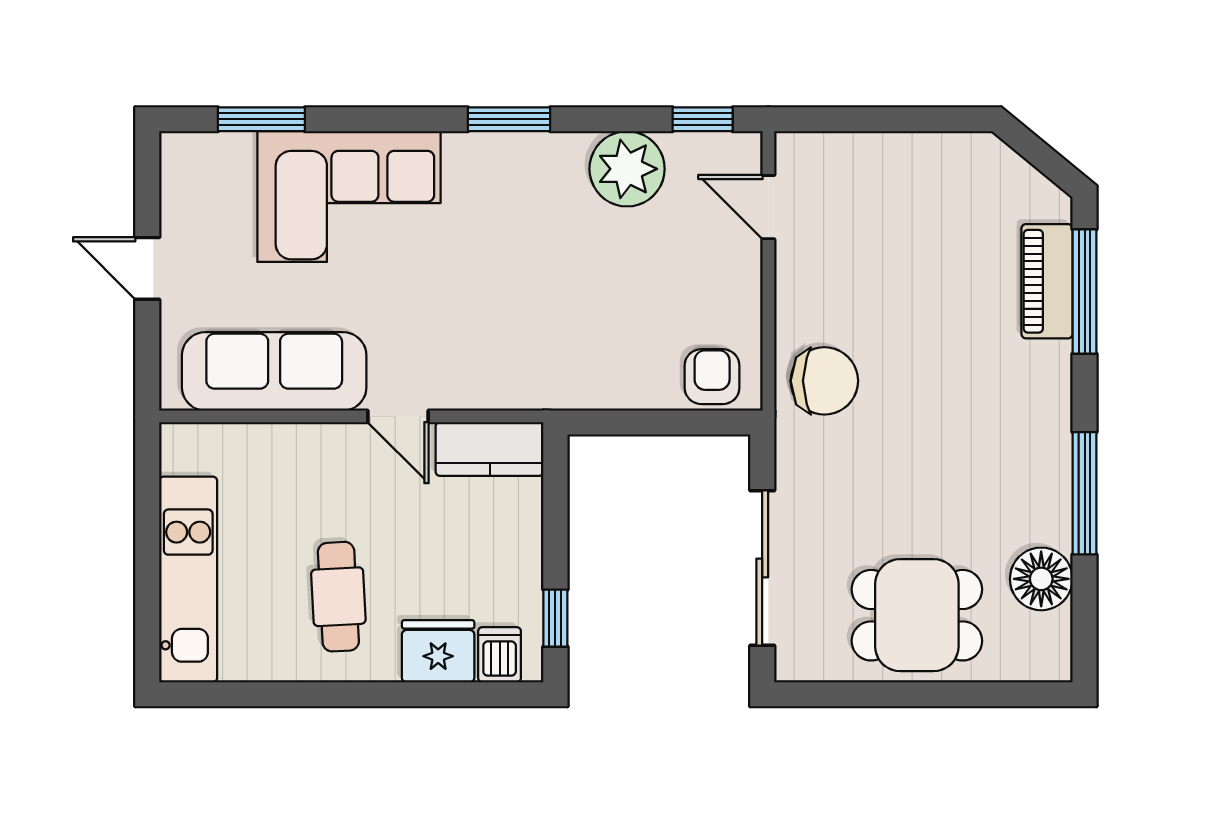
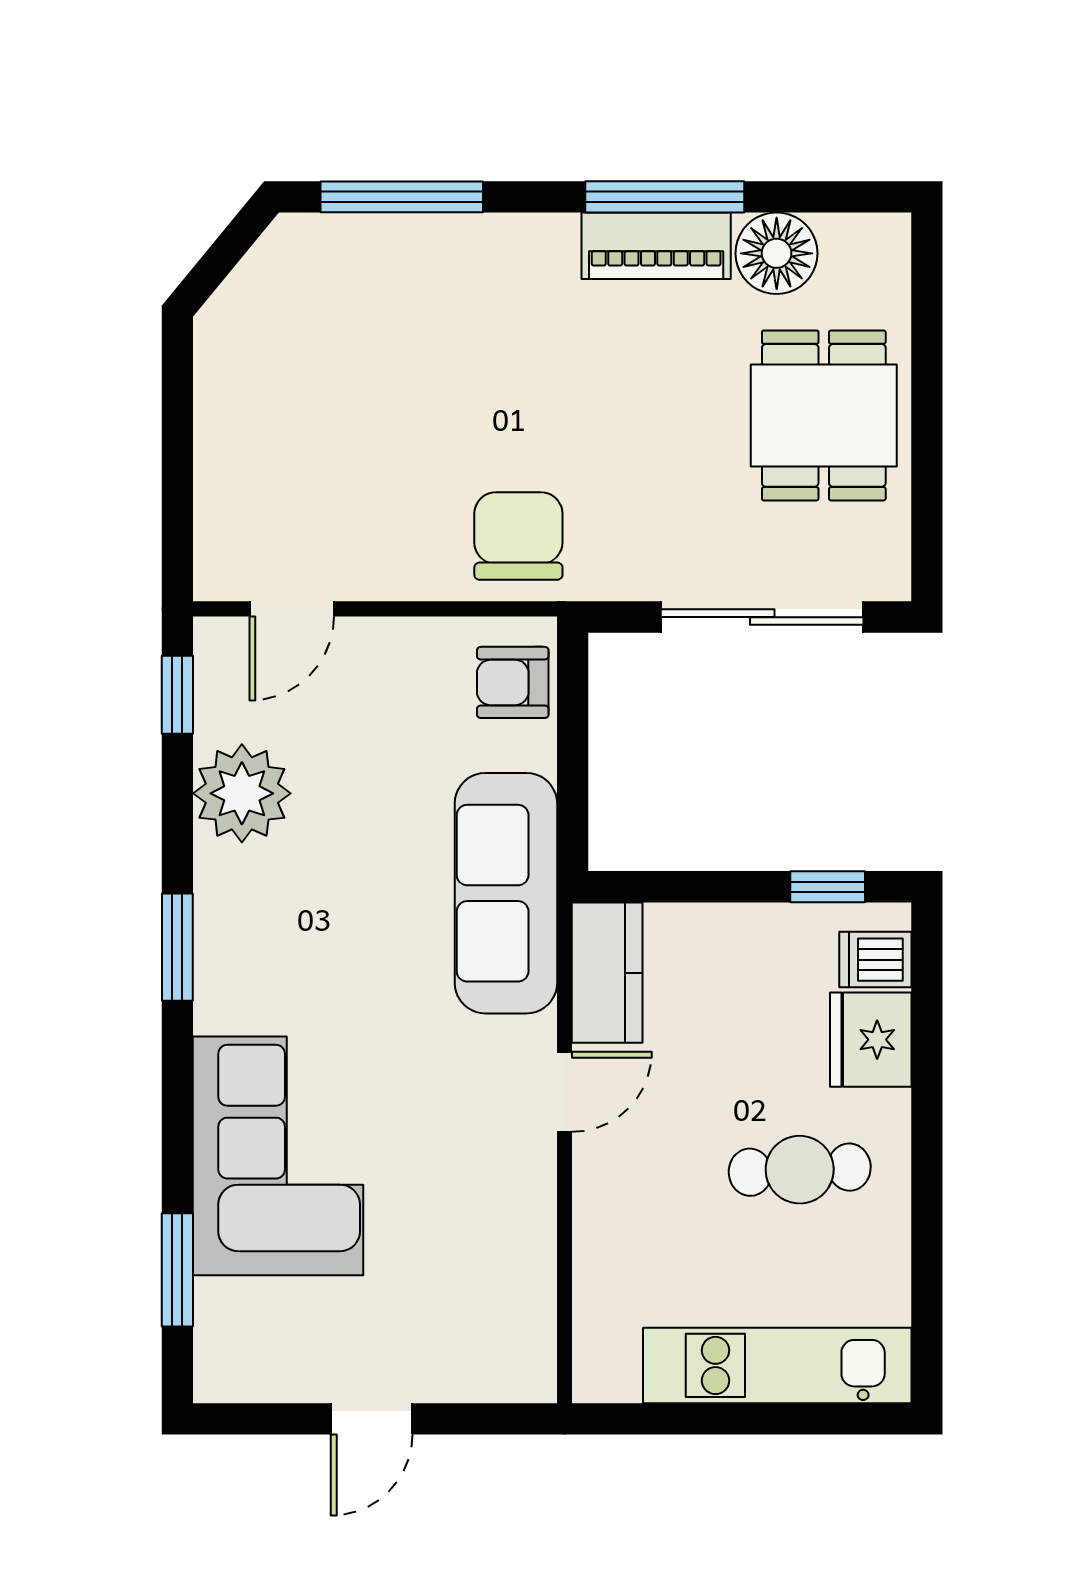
piano: (1047, 281) -> (656, 246), moved
sofa: (274, 371) -> (506, 893), moved

